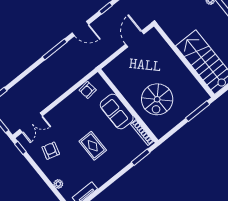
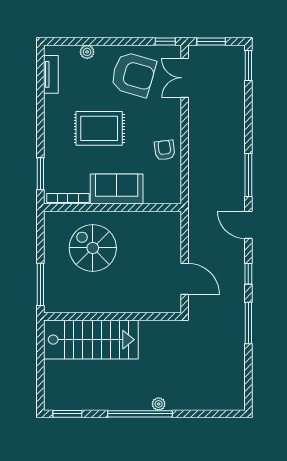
door: (80, 29) -> (248, 225), hinge flipped
armchair: (88, 90) -> (165, 150), moved
rug: (93, 146) -> (99, 128), width x1.36, depth x1.43
armchair: (51, 151) -> (133, 74), width x1.88, depth x1.88

